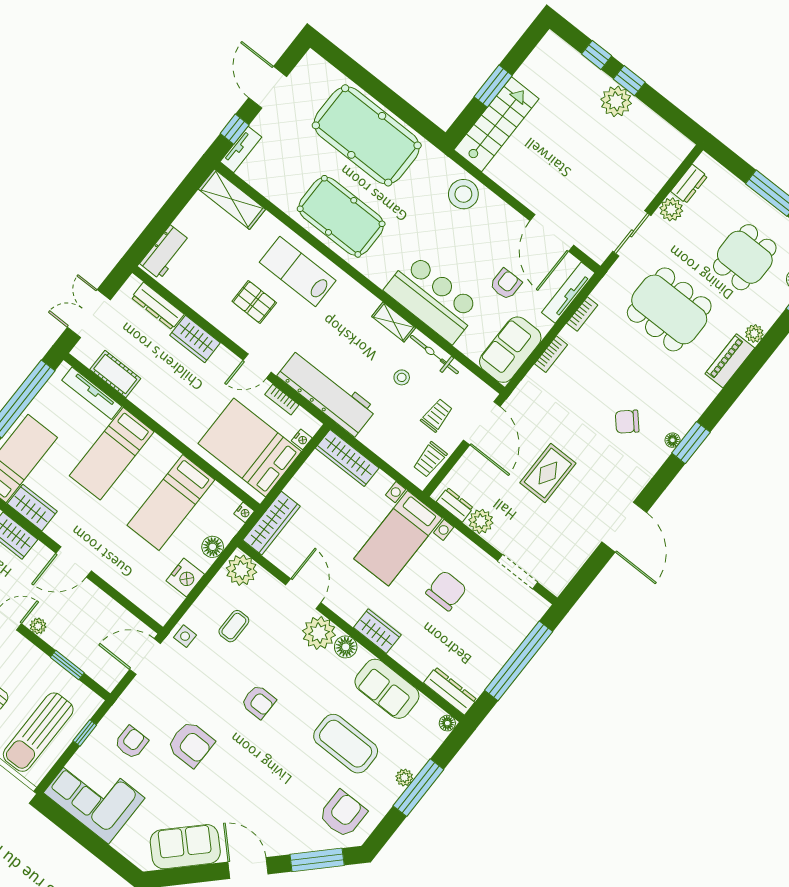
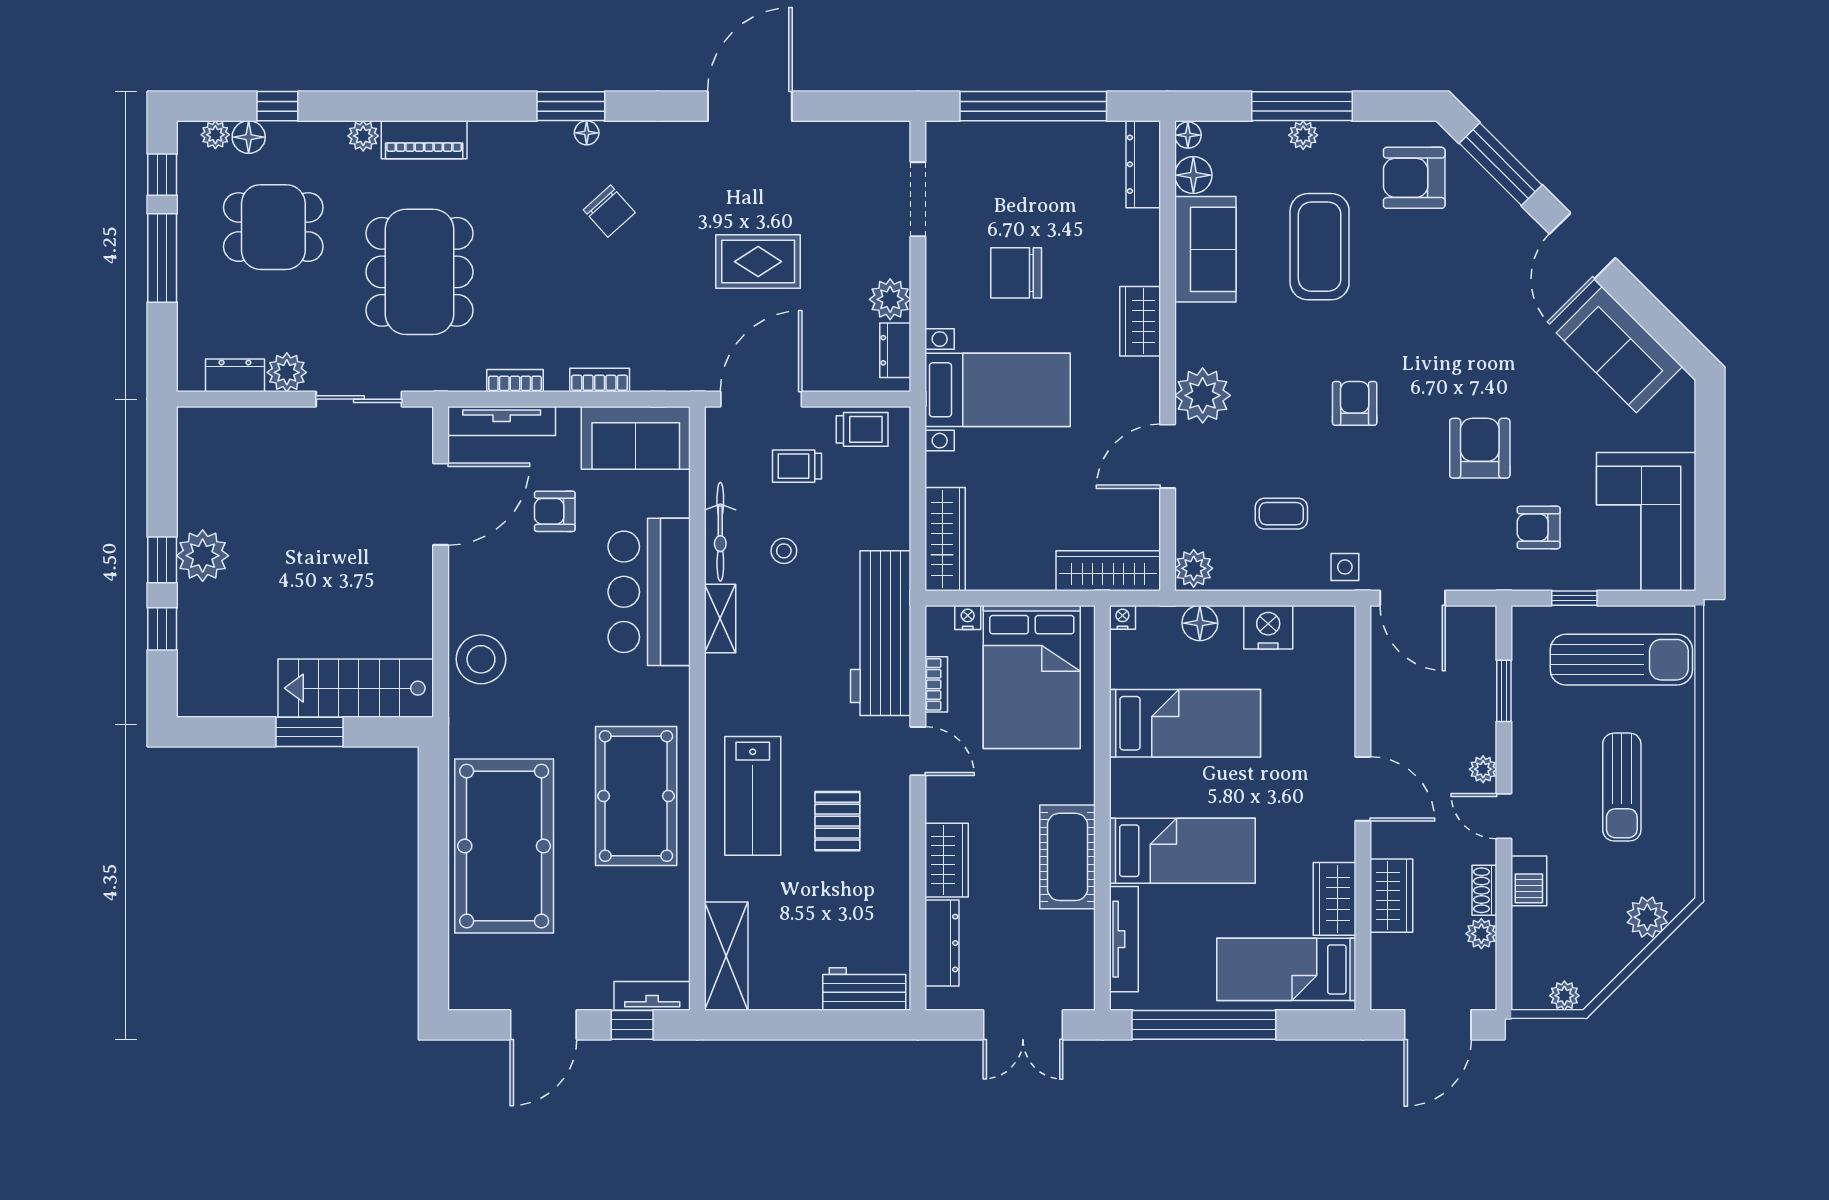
cot: (115, 374) -> (1068, 857), moved, width x1.37, depth x1.34
plant: (241, 570) -> (1194, 568), width x0.73, depth x0.73
floor lamp: (346, 647) -> (1193, 175), moved

